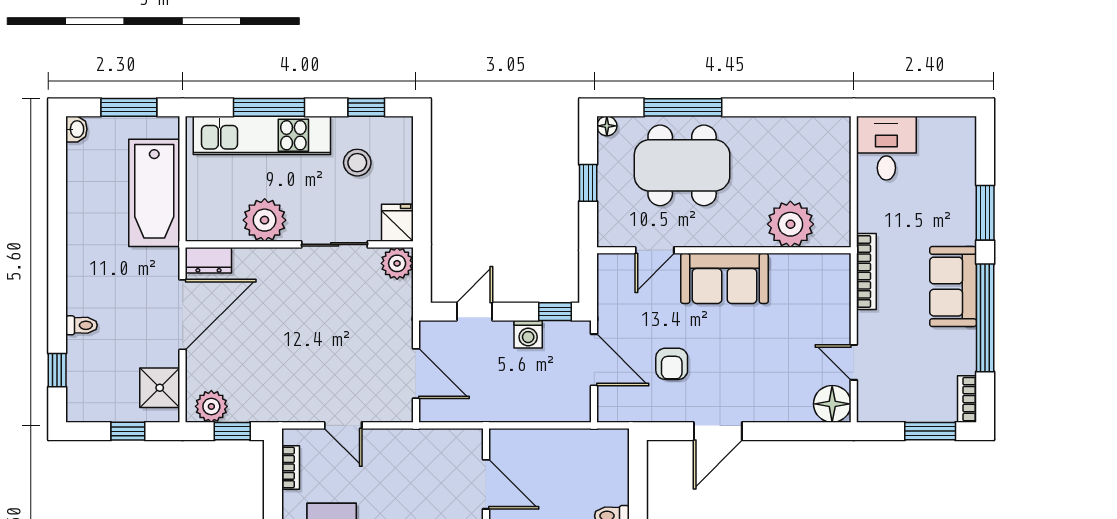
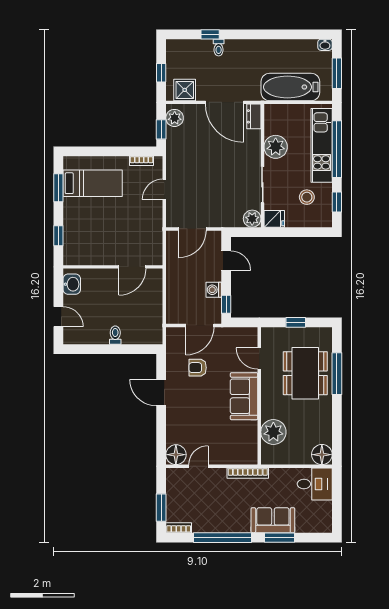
window: (269, 107) -> (337, 149), width x1.46
floor lamp: (607, 126) -> (322, 455), moved, width x1.89, depth x1.89
sofa: (953, 287) -> (273, 520), moved
window: (57, 370) -> (210, 34), moved

